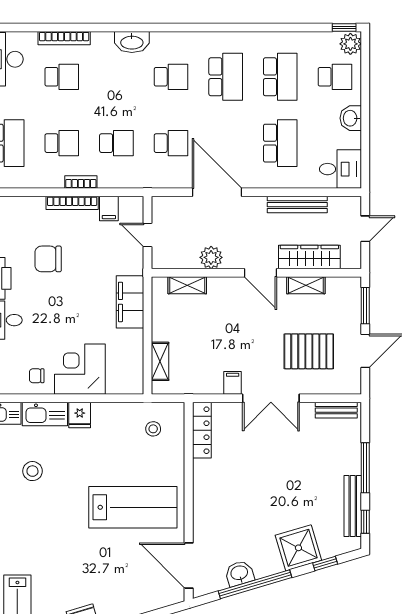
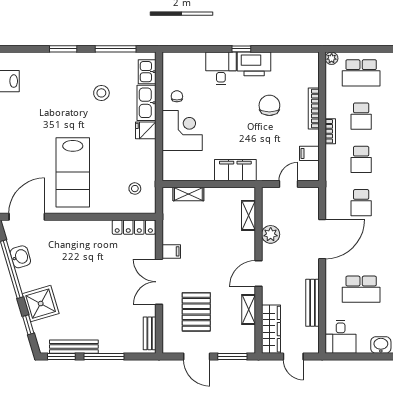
bookcase: (72, 203) -> (314, 109), moved
wardrobe: (309, 257) -> (271, 329), moved
window: (365, 522) -> (61, 356), width x1.50

